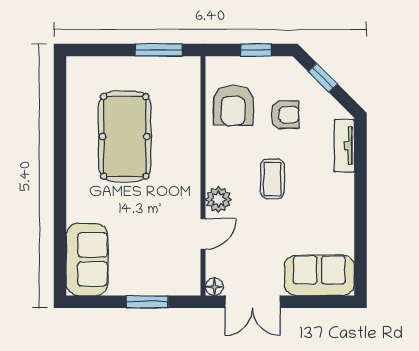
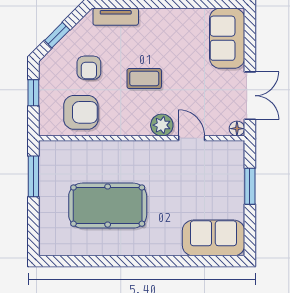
armchair: (285, 115) -> (89, 68), turned 180

